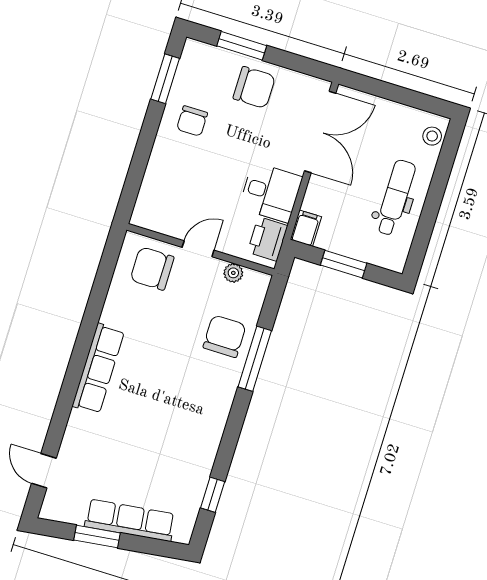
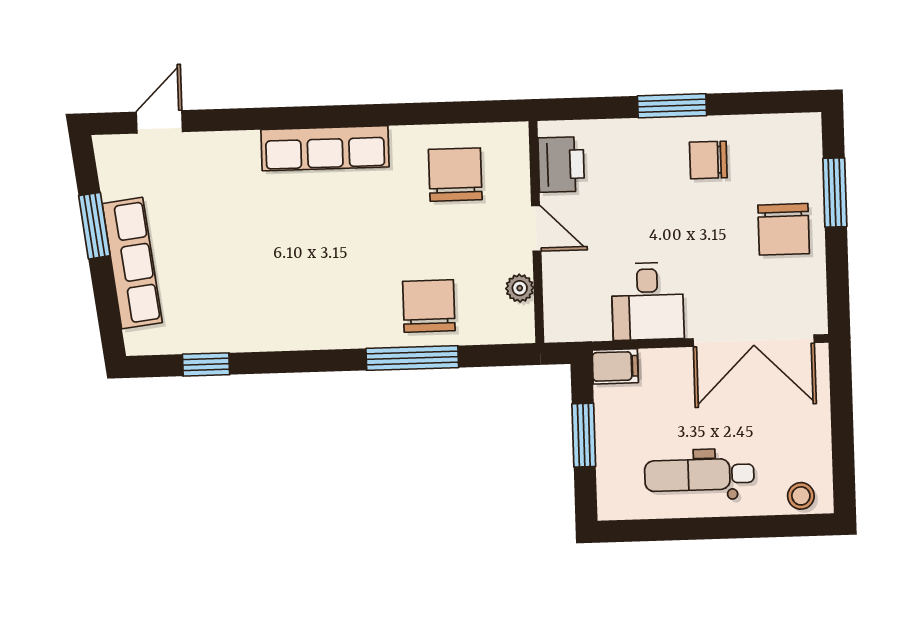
window: (165, 79) -> (672, 106), moved
dental chair: (395, 198) -> (699, 475), turned 180
printer: (268, 239) -> (561, 164), moved, turned 90
chair: (152, 268) -> (455, 175), moved
chair: (225, 336) -> (429, 306), turned -90

